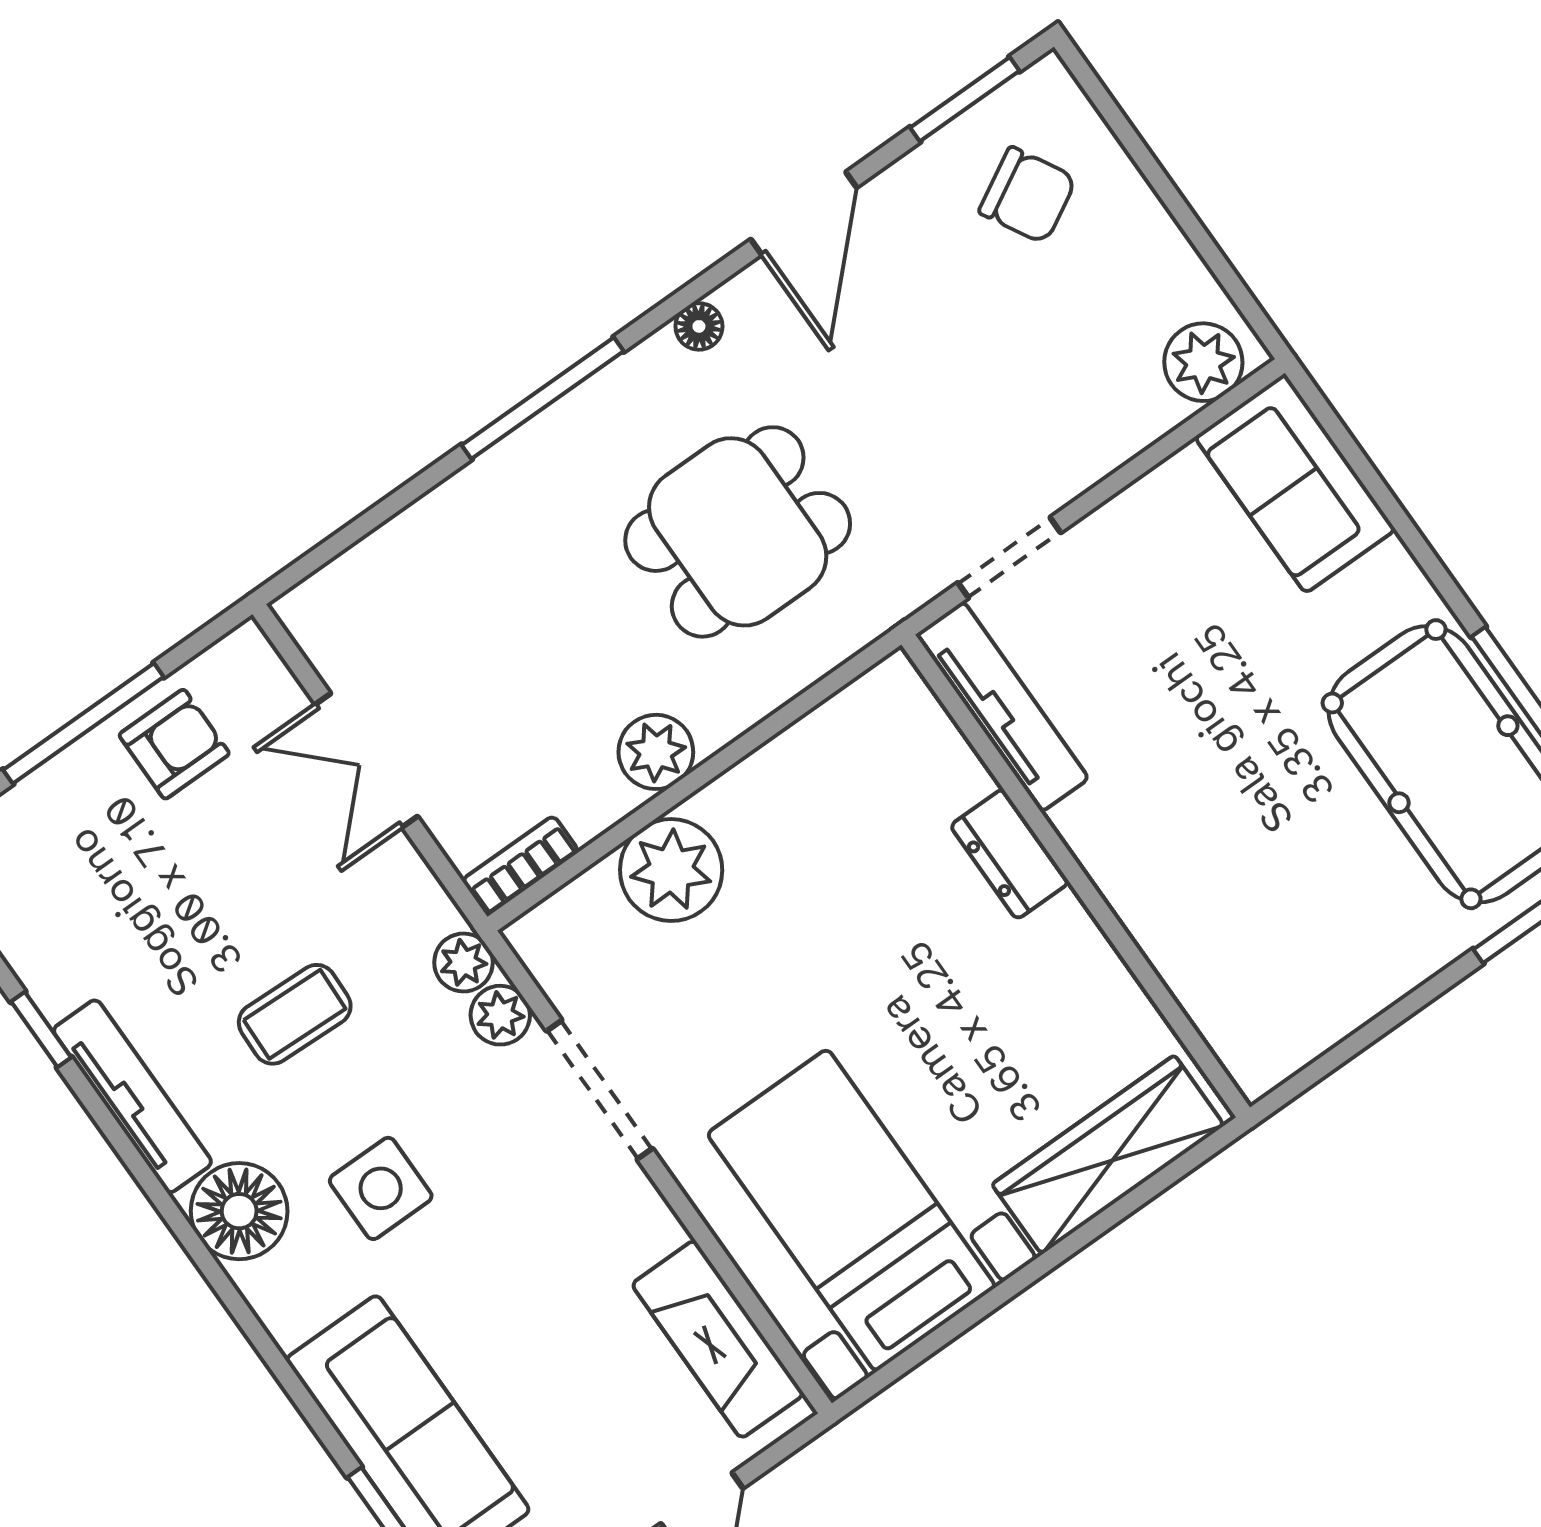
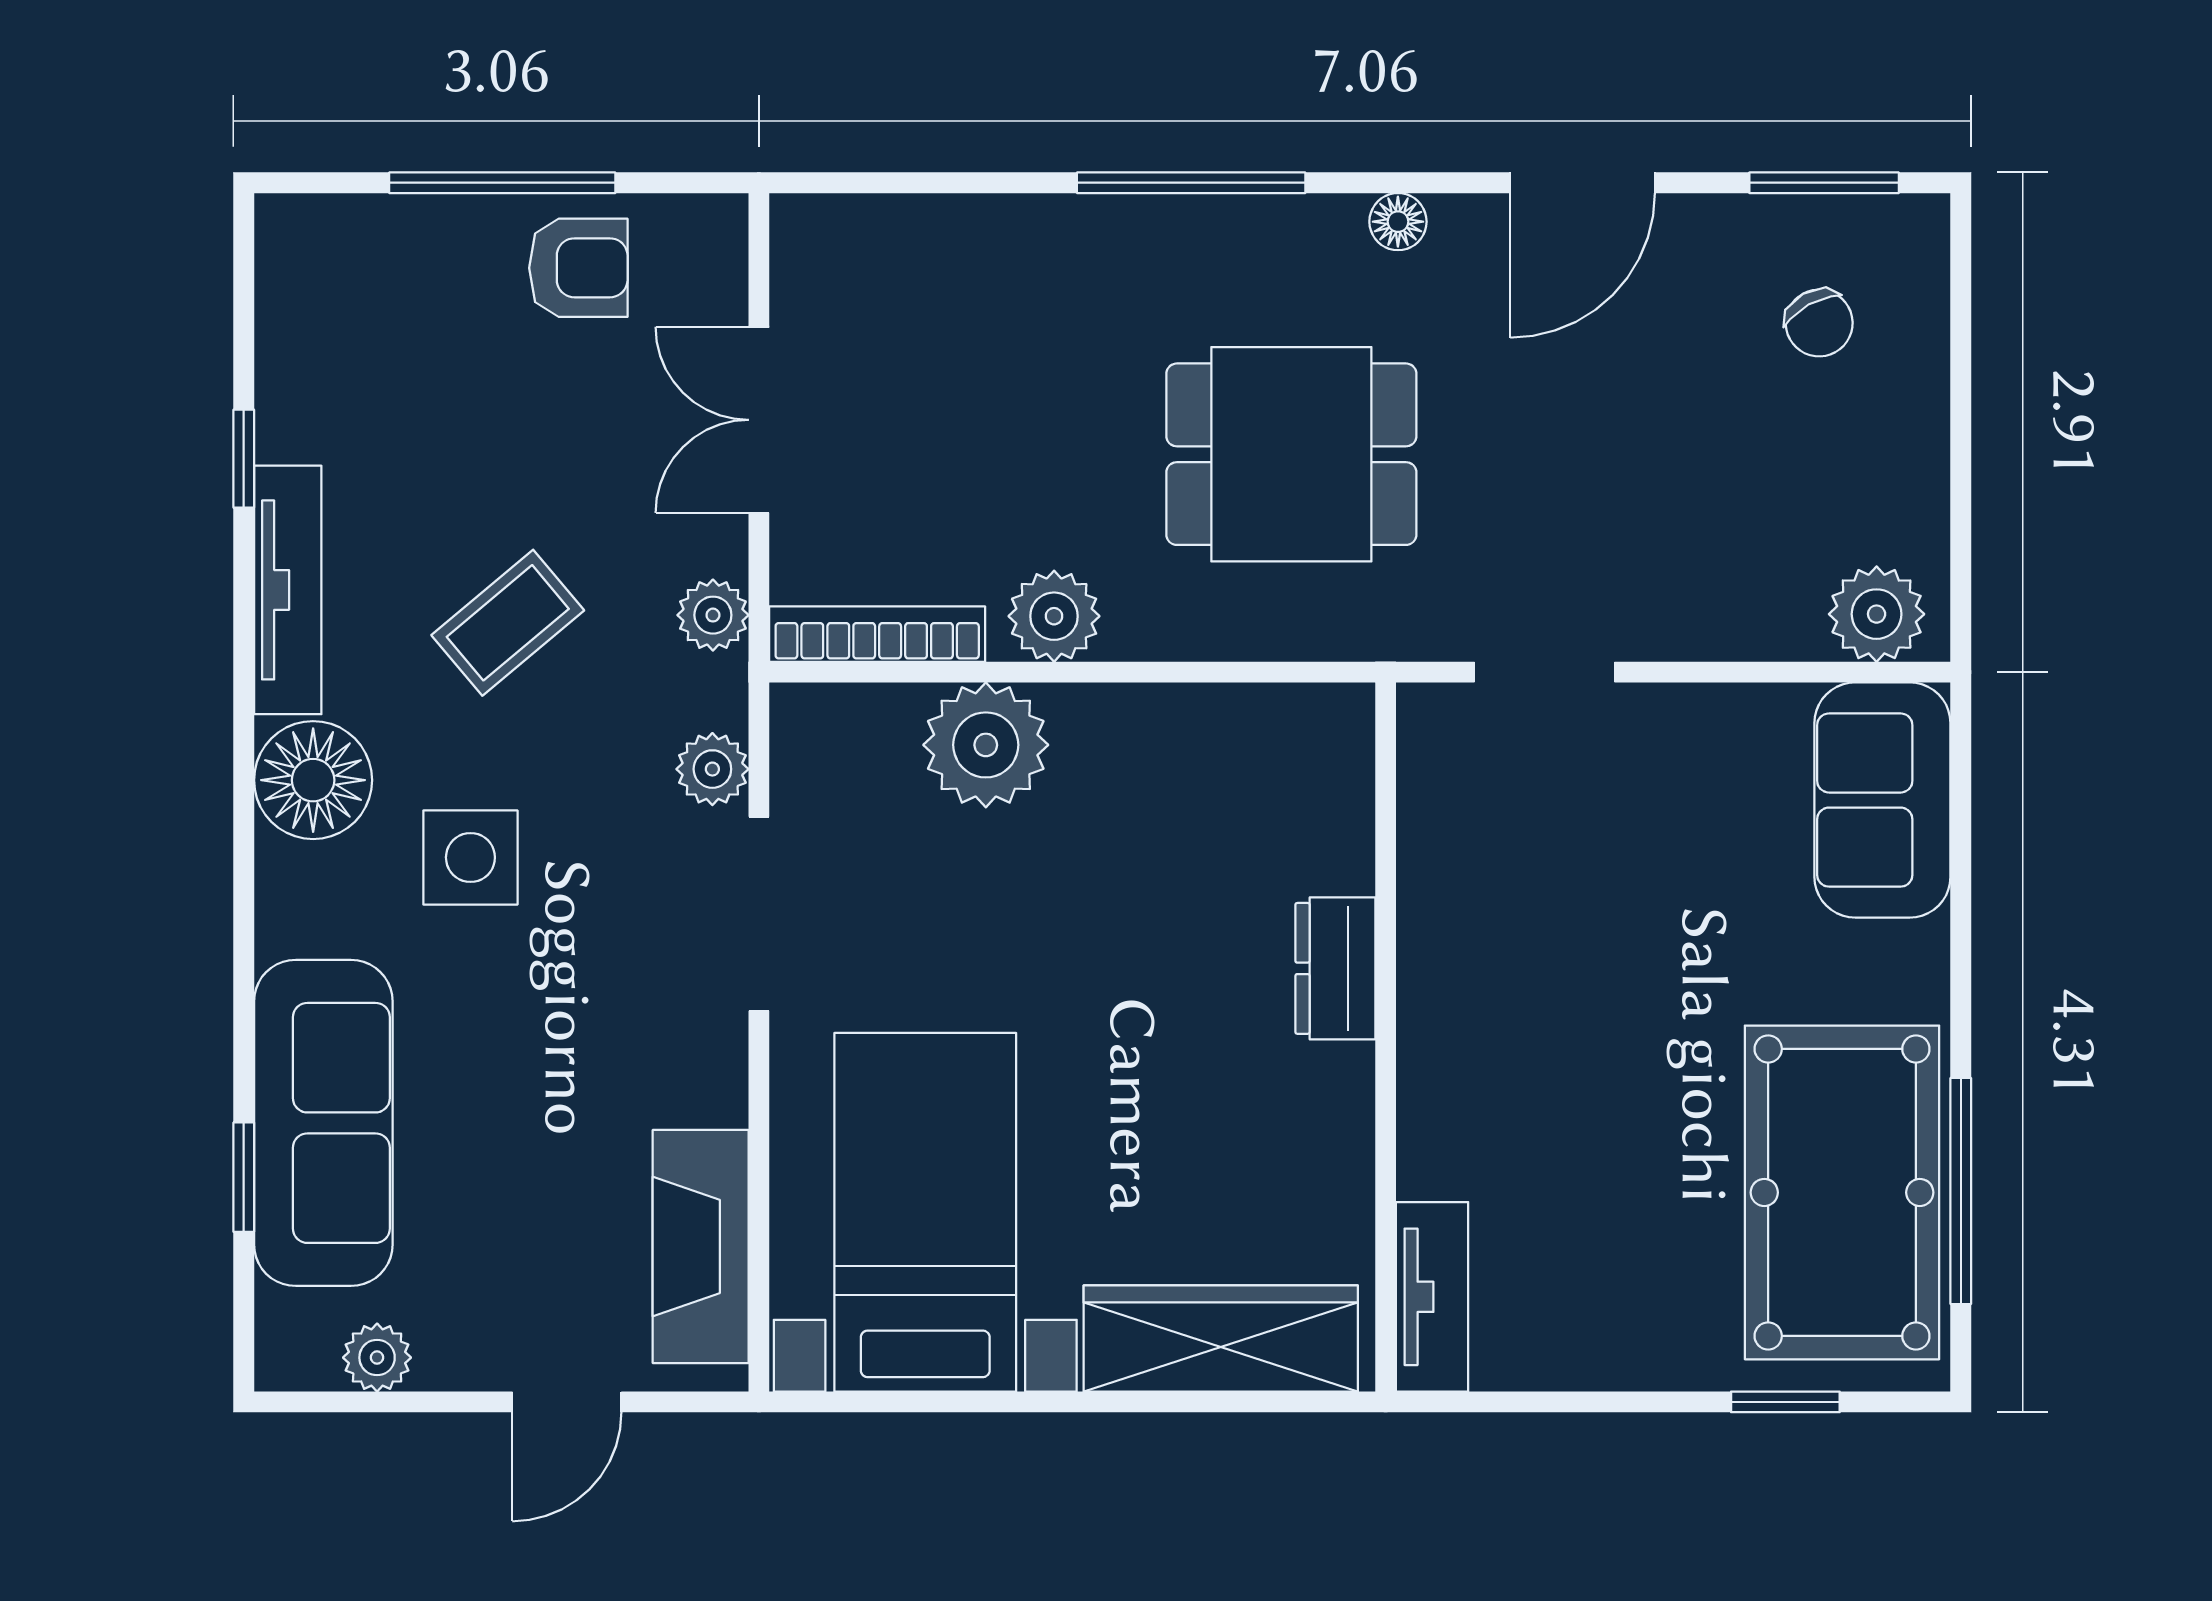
chair: (1028, 195) -> (1819, 323), width x0.73, depth x0.73
tv unit: (1002, 707) -> (1432, 1297), moved, width x0.71
bookcase: (520, 866) -> (877, 634), width x1.56
plant: (463, 963) -> (713, 615), moved
coffee table: (295, 1014) -> (508, 623), turned -42

